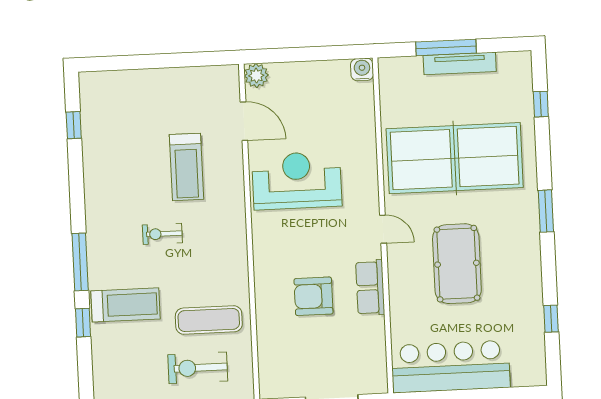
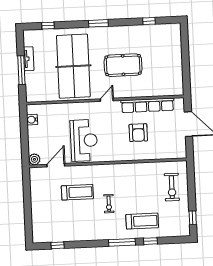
tv unit: (460, 63) -> (29, 59), width x0.71
water cooler: (362, 69) -> (32, 120), moved
reception desk: (297, 181) -> (84, 140), turned 180
row of seats: (370, 288) -> (148, 105), width x2.02
treadmill: (125, 305) -> (142, 221), turned 90
exercise mat: (209, 320) -> (149, 182), removed
bar counter: (451, 366) -> (171, 68), removed

